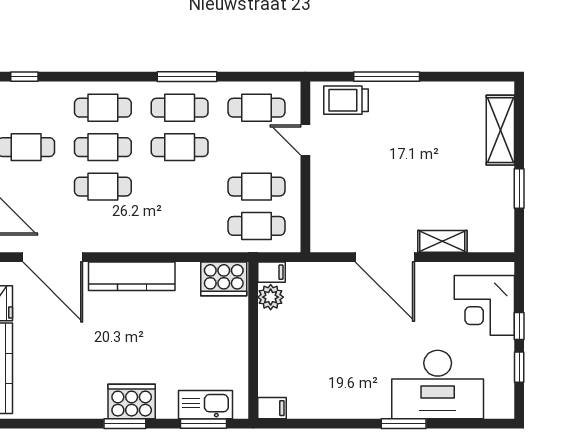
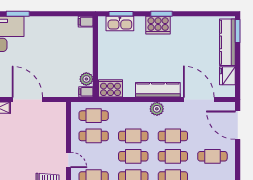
cafe table: (180, 187) -> (133, 136), added
plant: (134, 239) -> (157, 109), added

